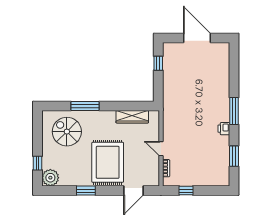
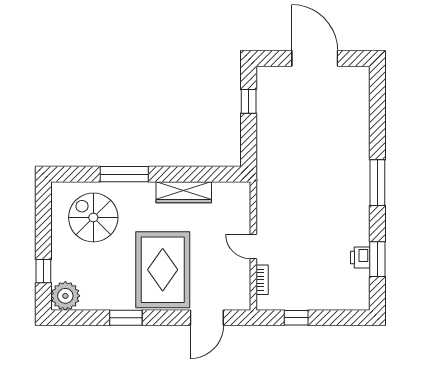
wardrobe: (132, 117) -> (184, 192), moved
printer: (224, 129) -> (360, 257), moved

